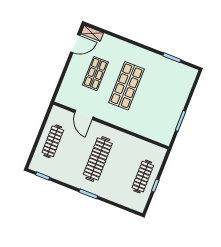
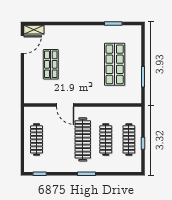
shop shelf: (126, 86) -> (115, 64), moved
door: (84, 115) -> (65, 105), moved
clothes rail: (120, 168) -> (106, 139), added

